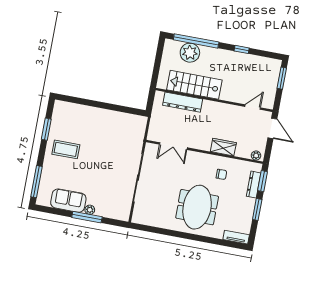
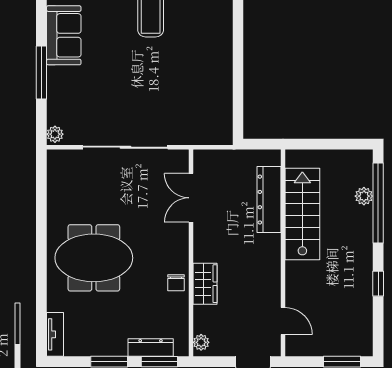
plant: (190, 53) -> (364, 196), width x0.53, depth x0.53
chair: (221, 174) -> (176, 283), moved
plant: (90, 210) -> (55, 134), moved

